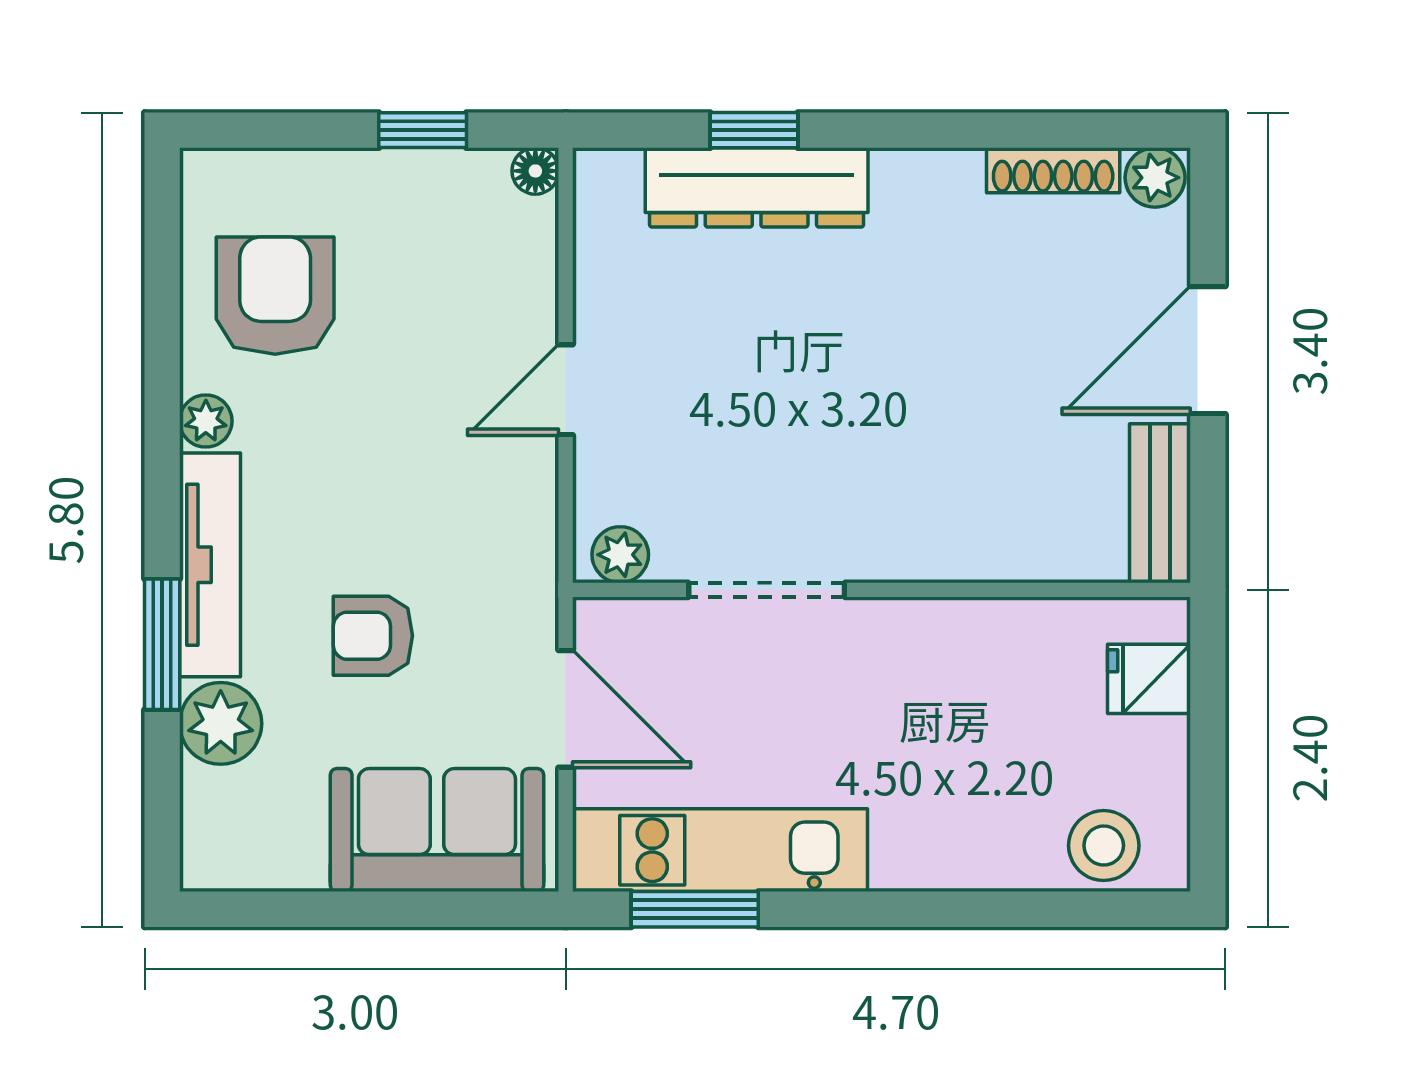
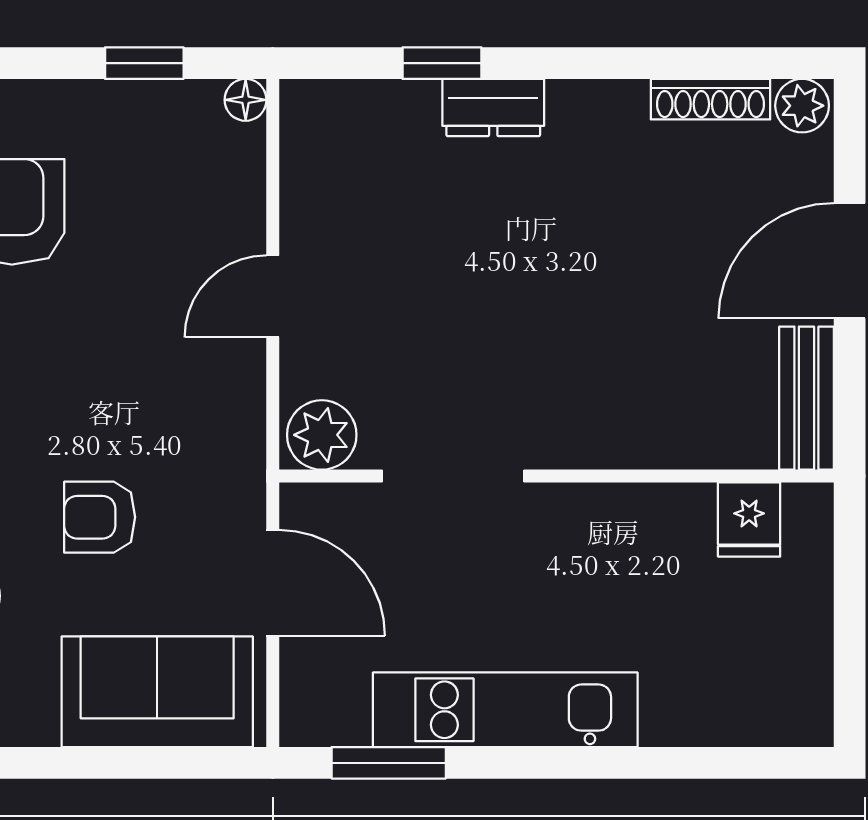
dresser: (757, 187) -> (493, 108), width x0.51, depth x0.80
plant: (620, 555) -> (322, 435), width x1.38, depth x1.38
fridge: (1149, 679) -> (749, 519), moved, turned -90
stool: (1104, 846) -> (756, 706), removed
kitchen unit: (720, 850) -> (505, 710), moved

